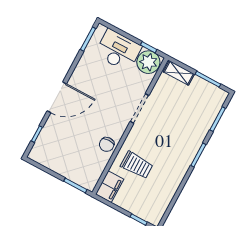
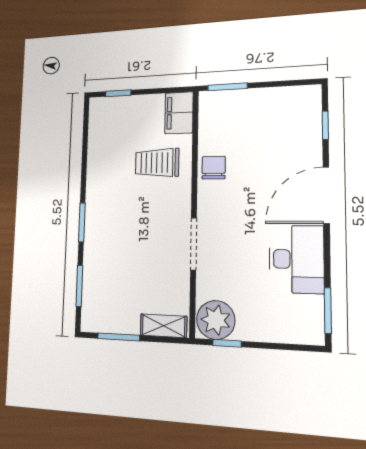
desk: (118, 50) -> (296, 259), moved, turned -90

